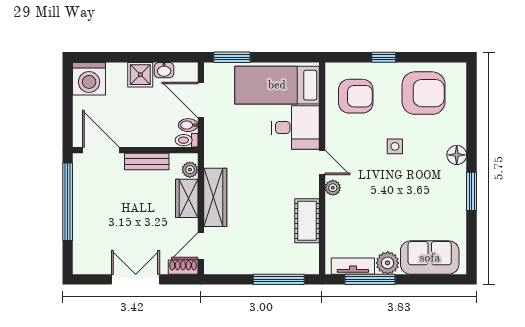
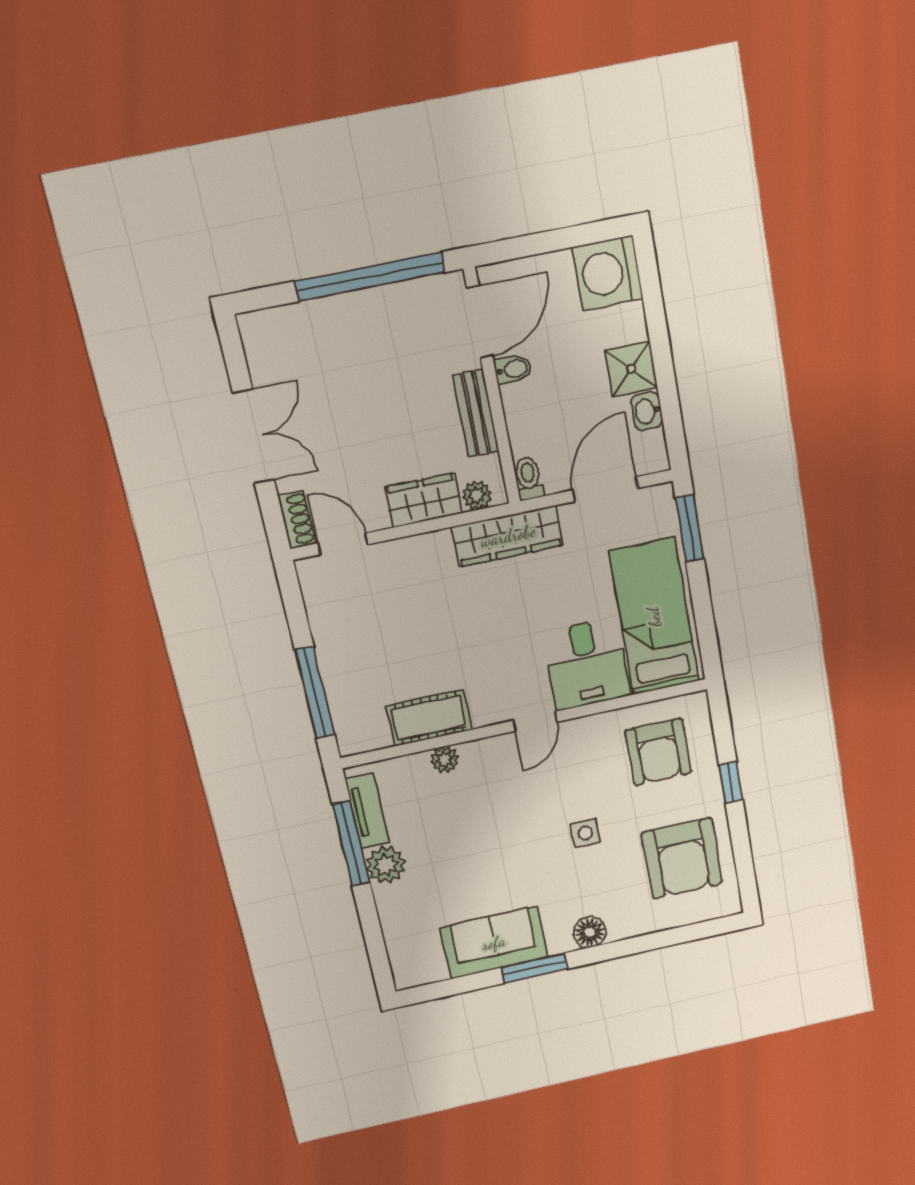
bidet: (188, 125) -> (513, 369), moved, turned 90
plant: (333, 188) -> (445, 759), moved
wardrobe: (215, 197) -> (508, 536), moved
sofa: (430, 258) -> (494, 943), moved, turned -90

